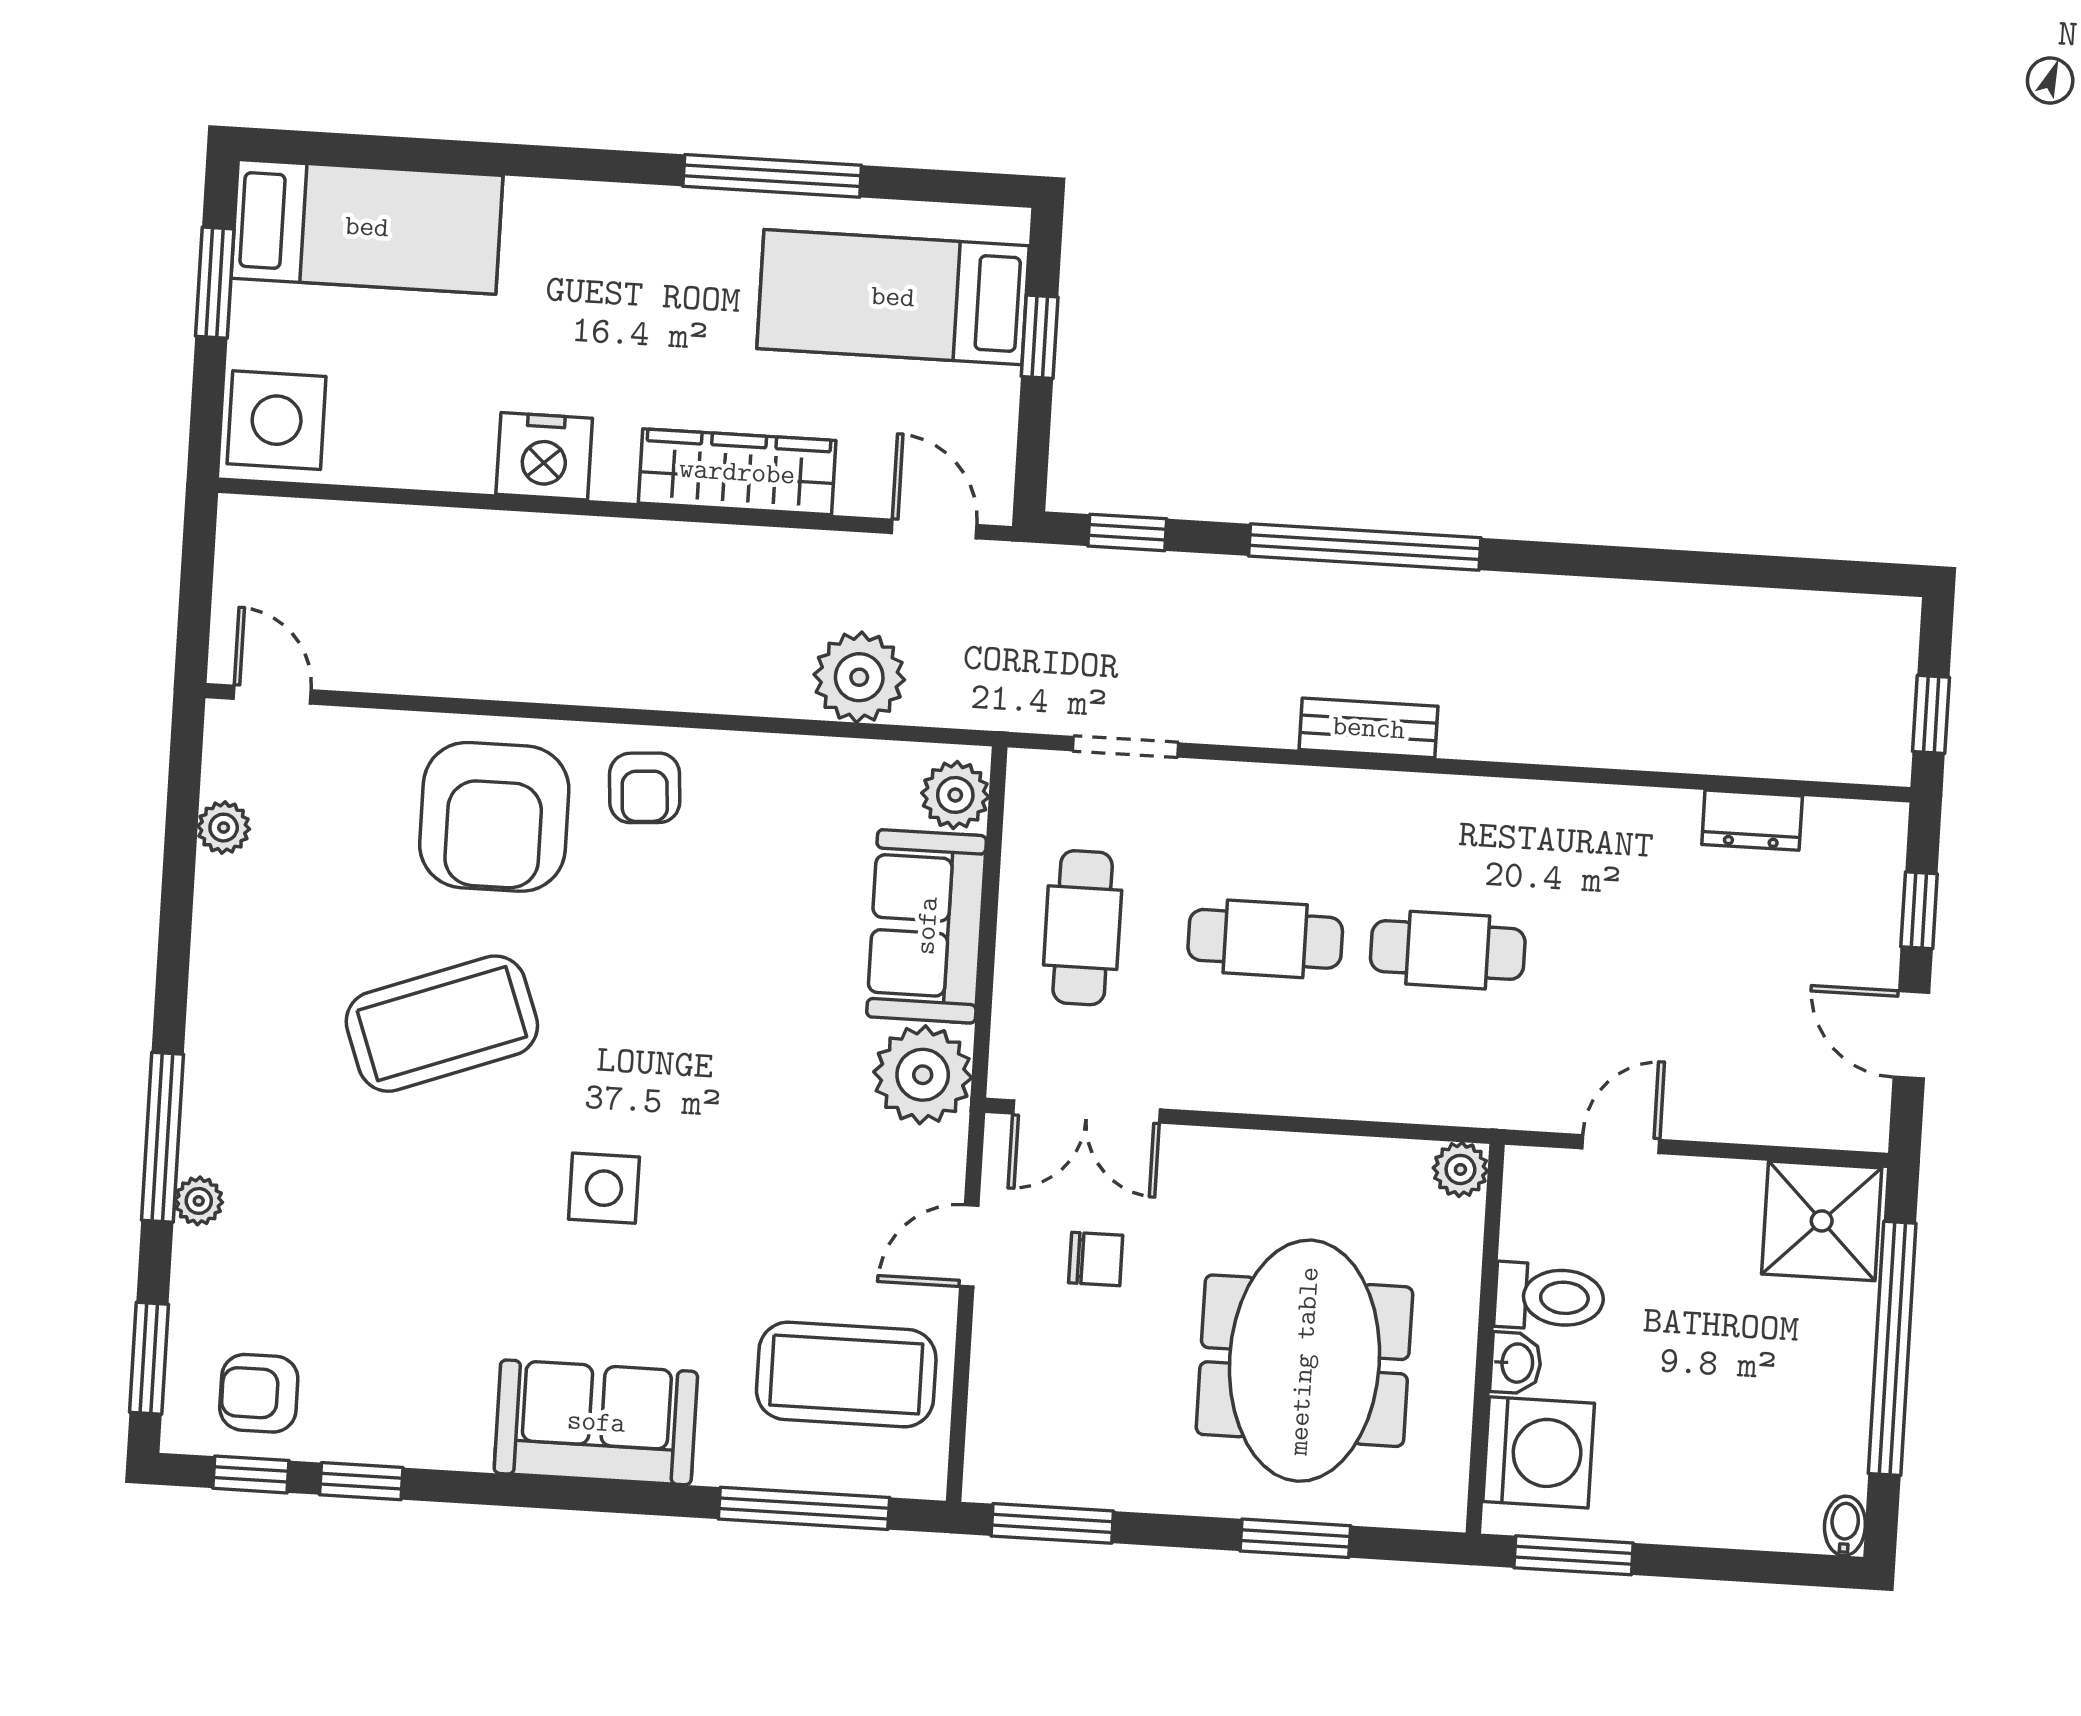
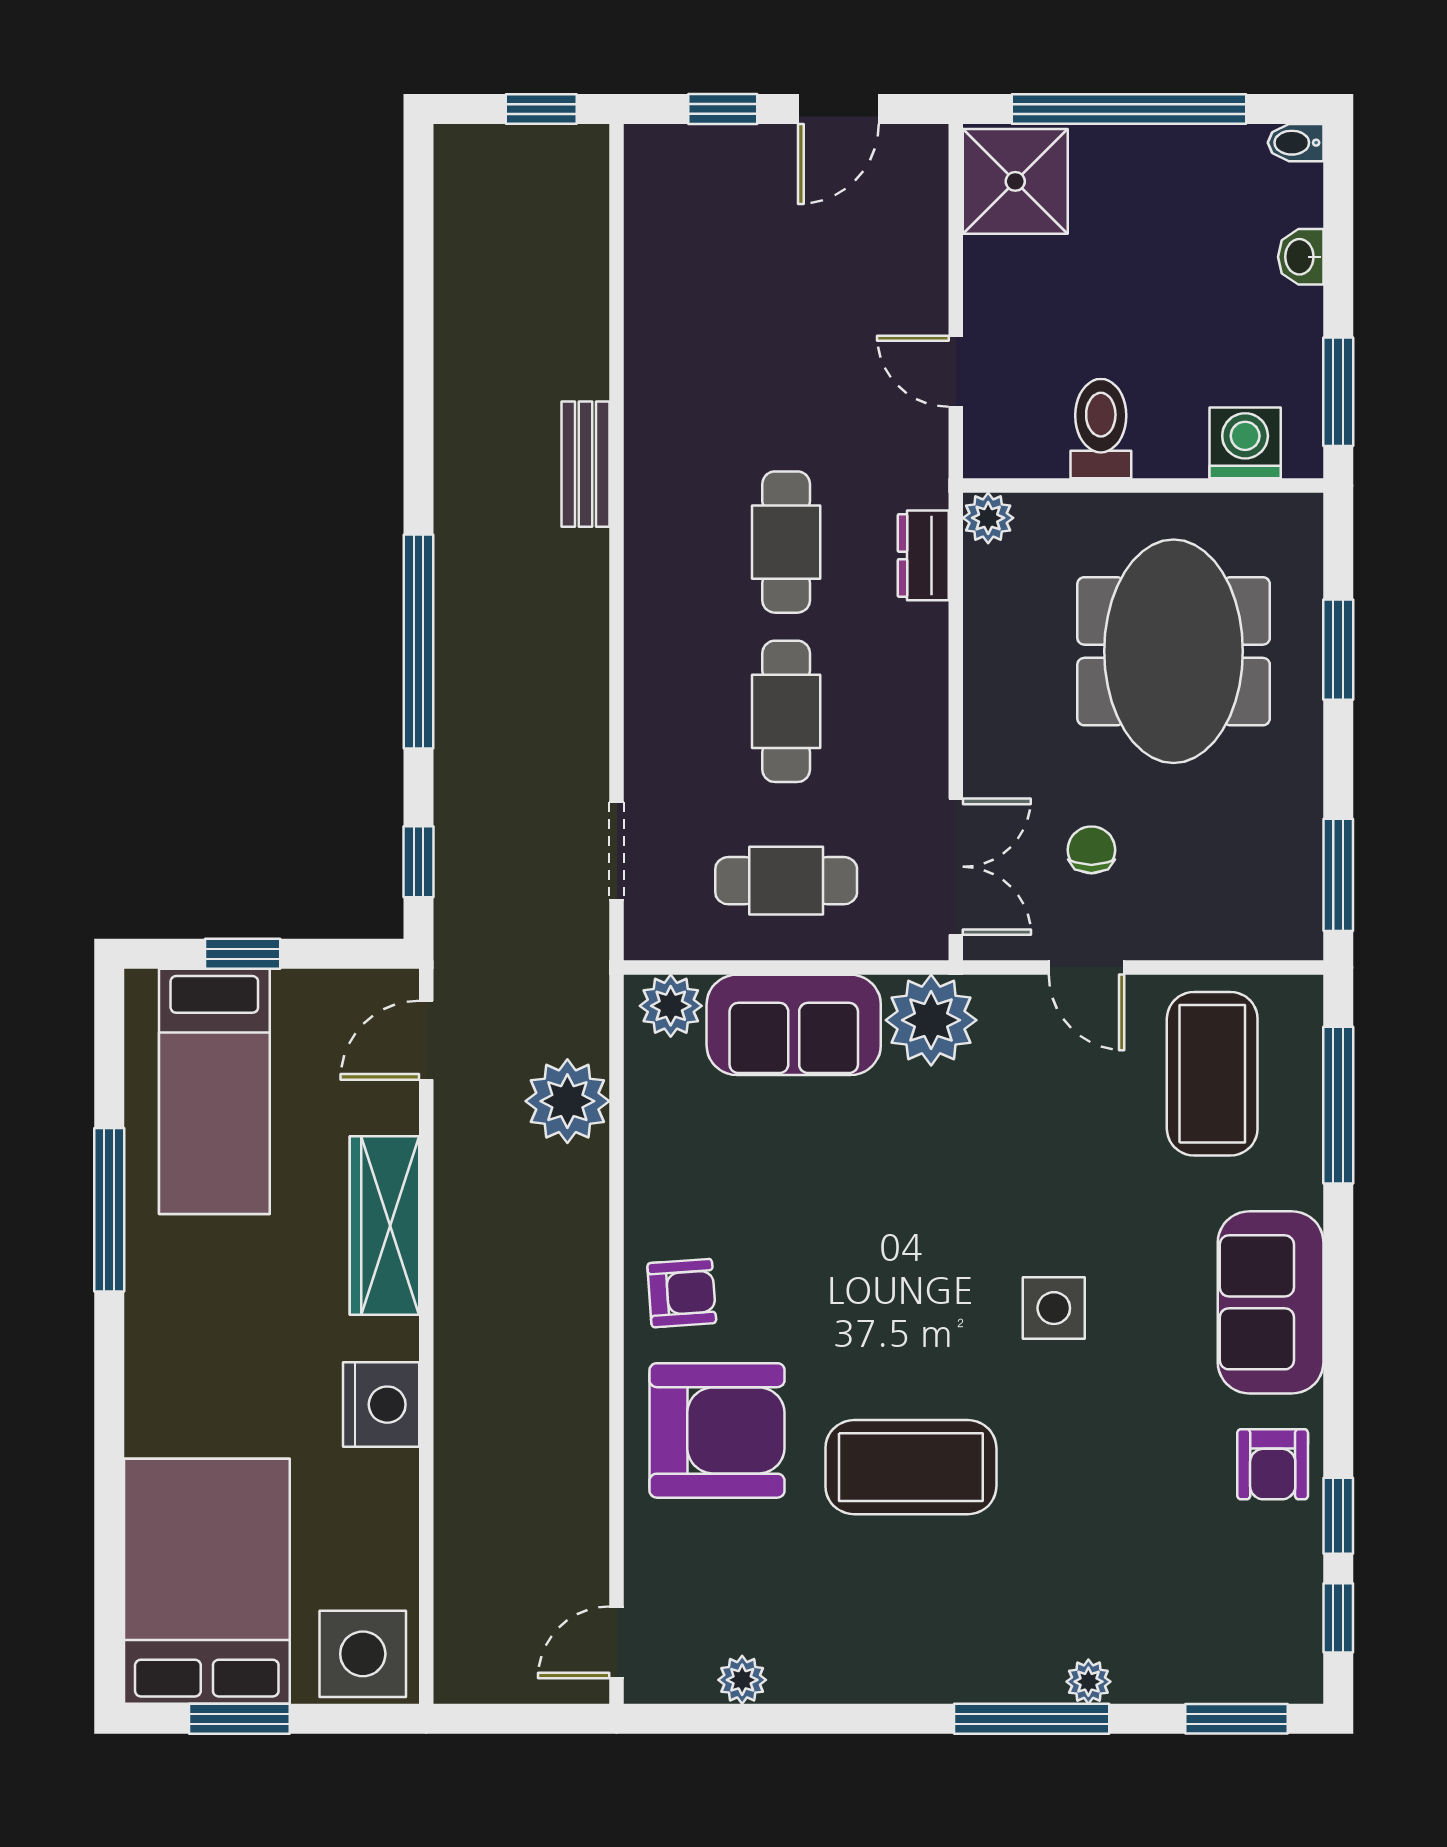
bed: (367, 227) -> (207, 1581), width x1.50
bench: (1369, 728) -> (585, 464), moved
dresser: (1752, 820) -> (923, 555), moved, turned 180
coffee table: (442, 1024) -> (911, 1467), turned -70
meeting table: (1304, 1361) -> (1174, 651), turned 90
washbasin: (1516, 1363) -> (1301, 257), moved, turned -90
armchair: (259, 1393) -> (1273, 1464), moved
washing machine: (1539, 1452) -> (1245, 443), width x0.73, depth x0.73

